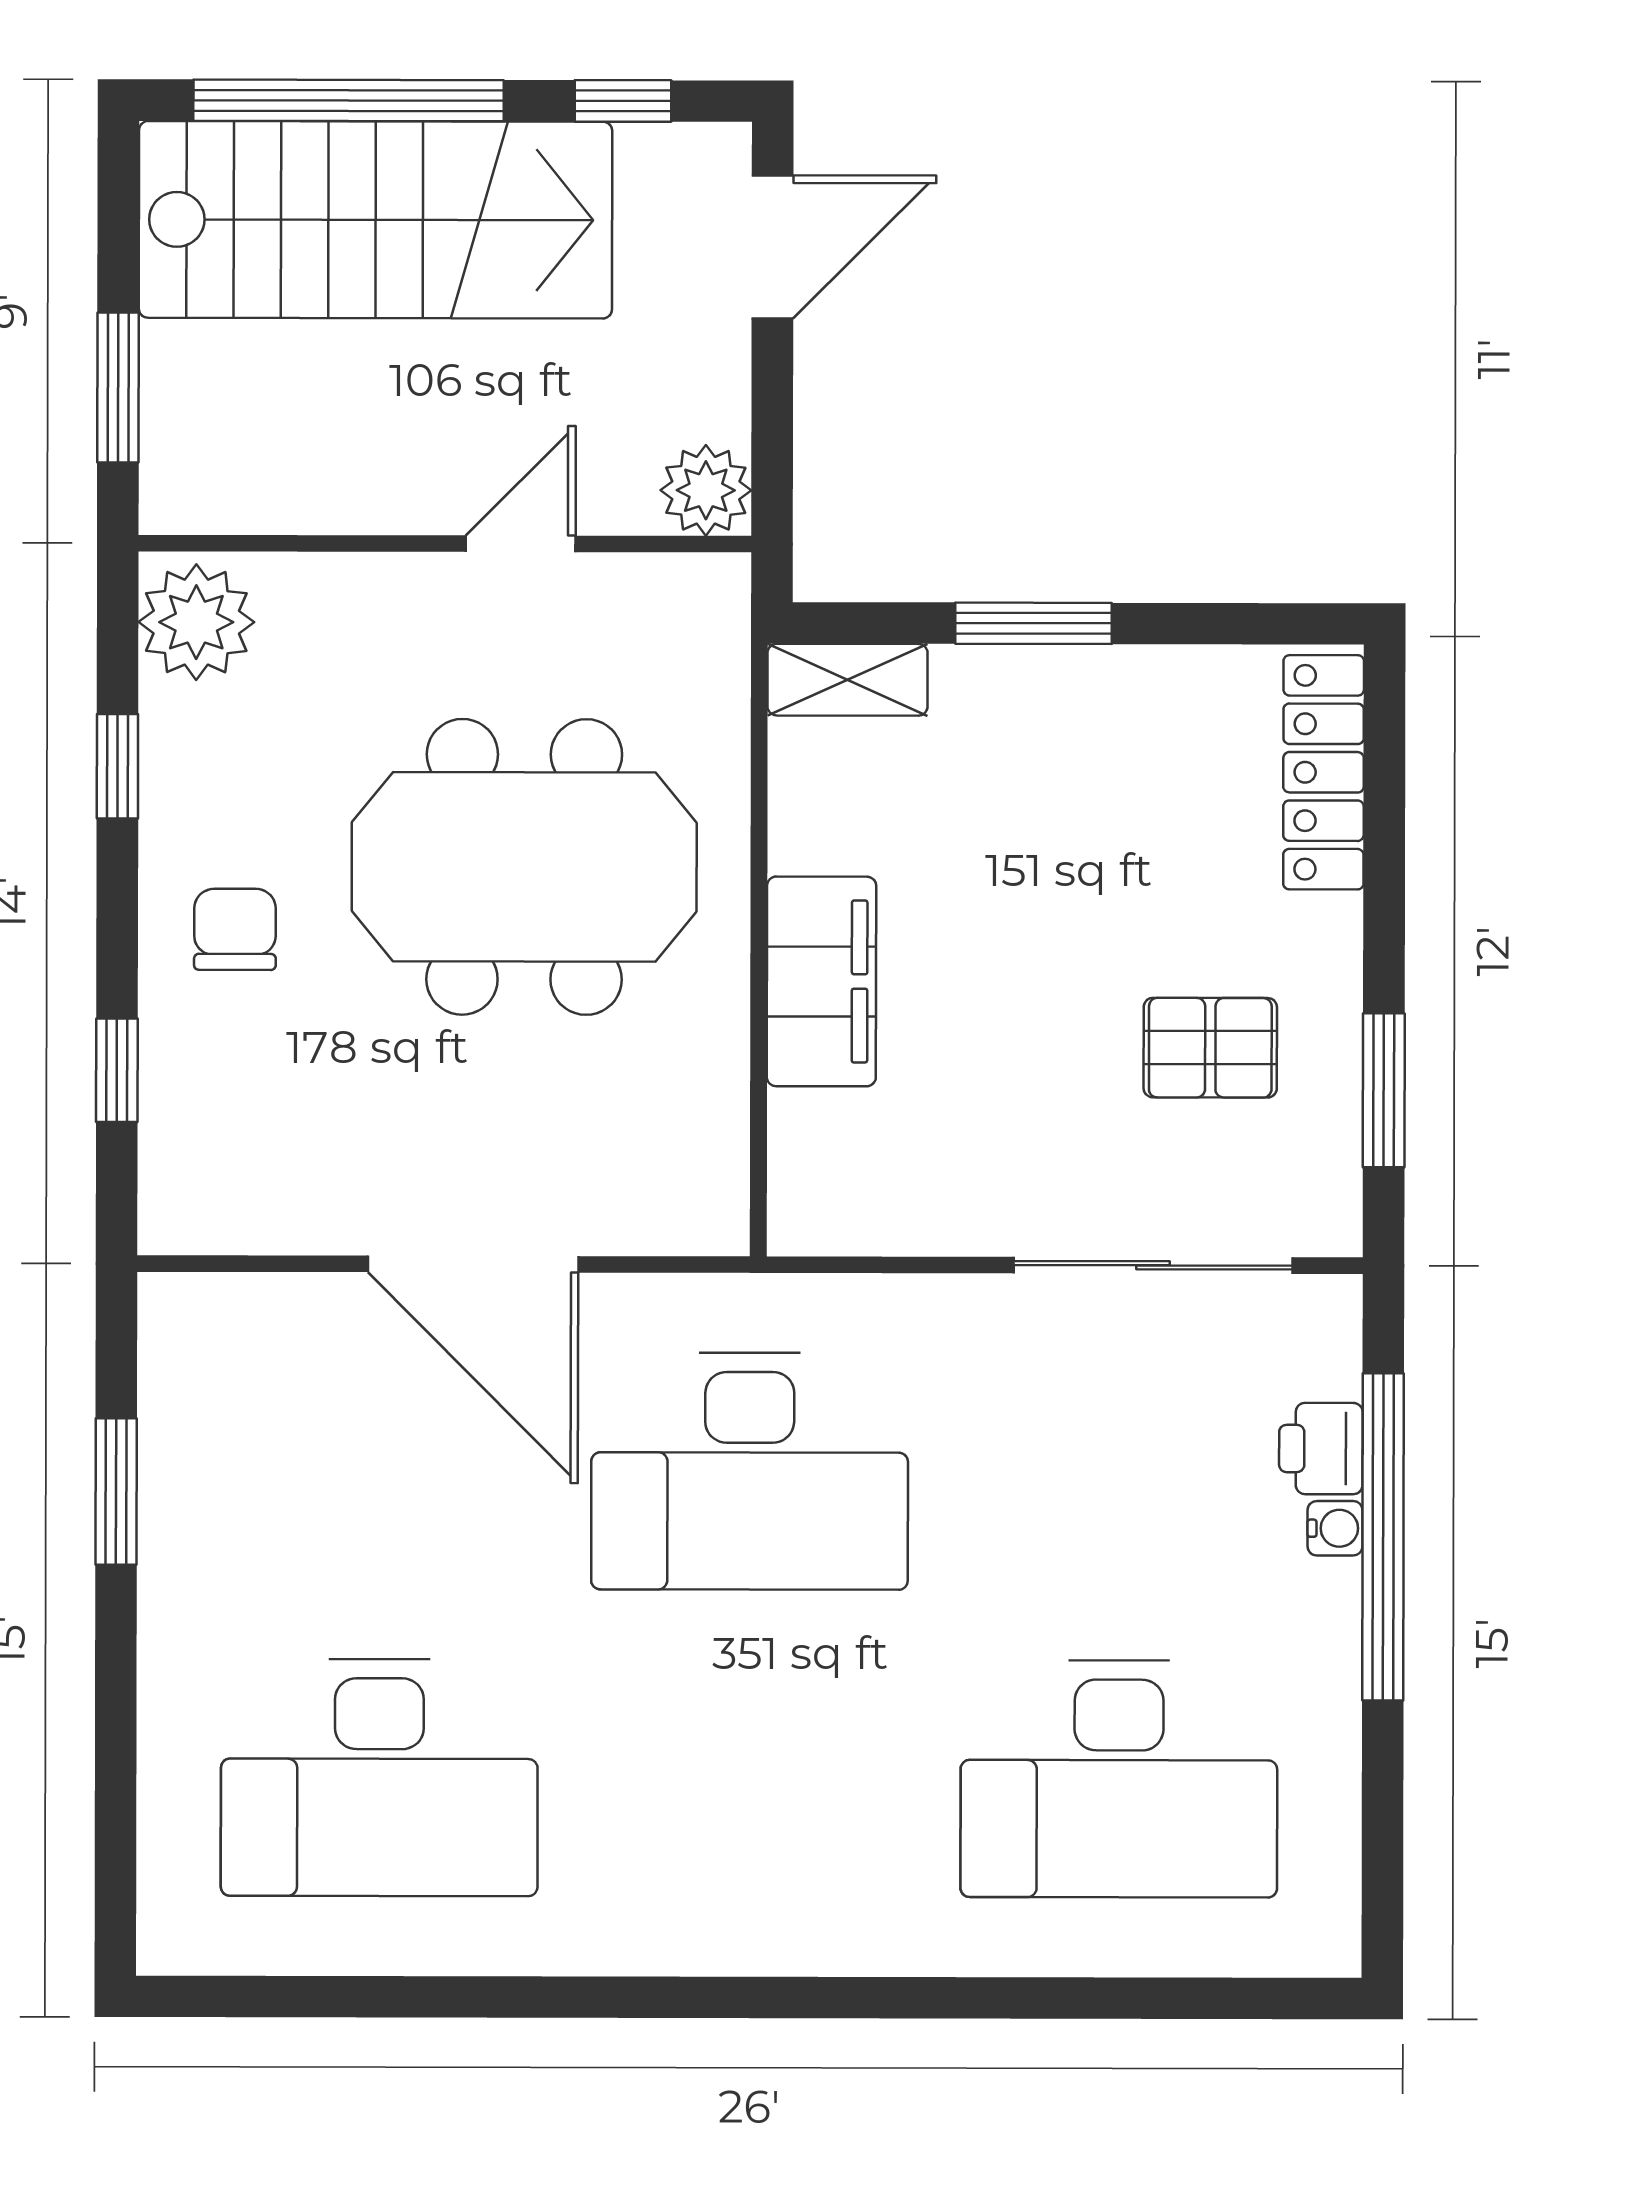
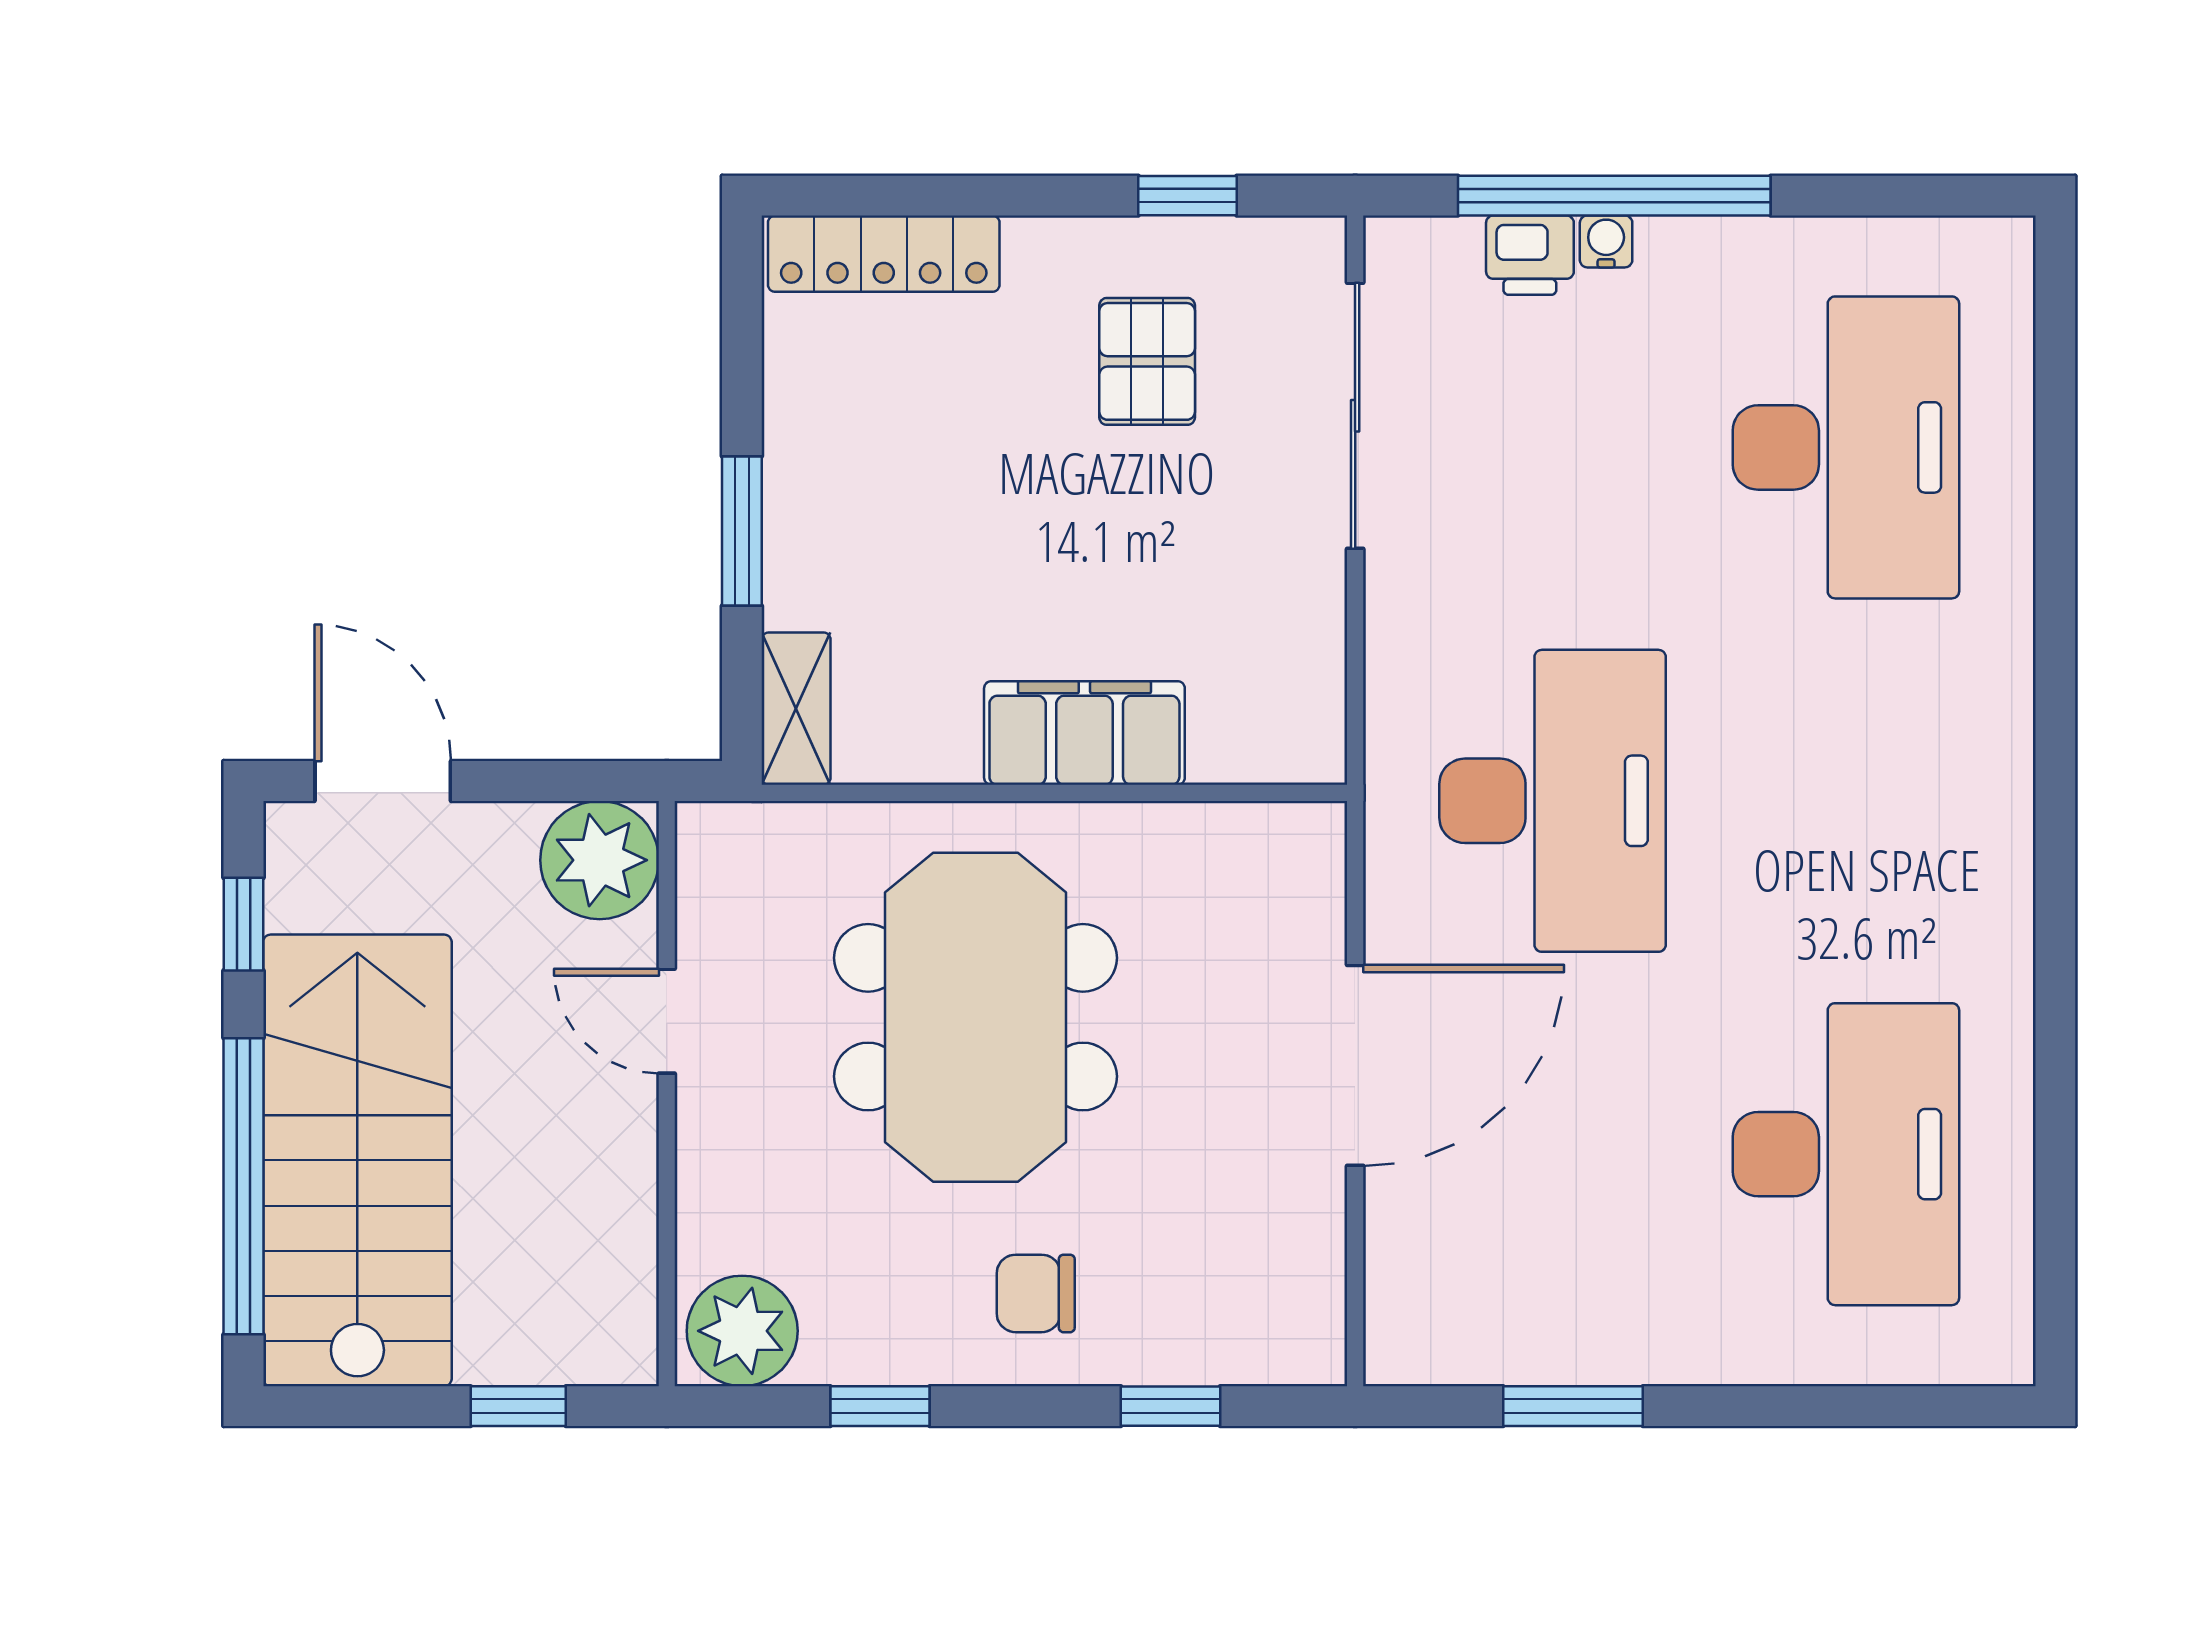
window: (118, 388) -> (518, 1406), width x0.67
plant: (706, 490) -> (600, 860), width x1.36, depth x1.36
window: (1384, 1090) -> (1188, 196), width x0.67

